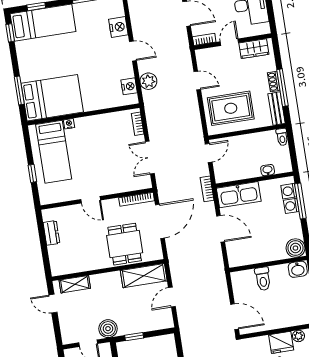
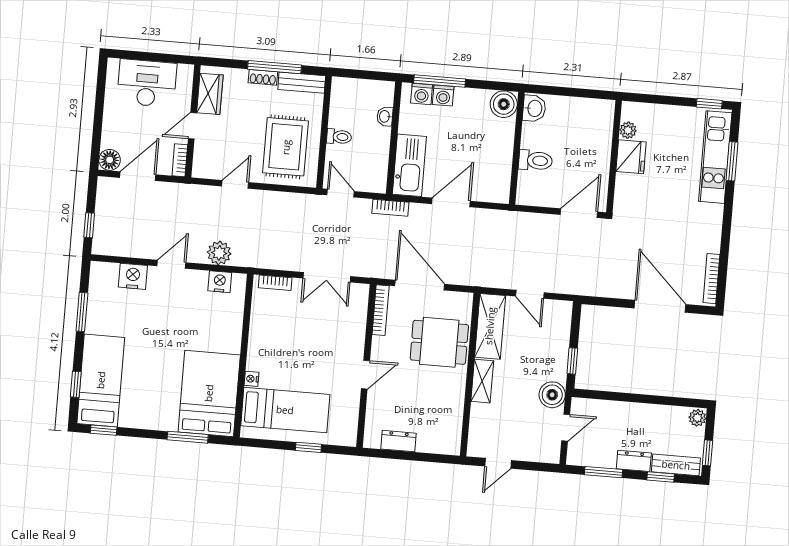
door: (229, 42) -> (192, 126), hinge flipped
toilet: (282, 137) -> (339, 137), moved
shelving: (75, 284) -> (482, 381), moved

